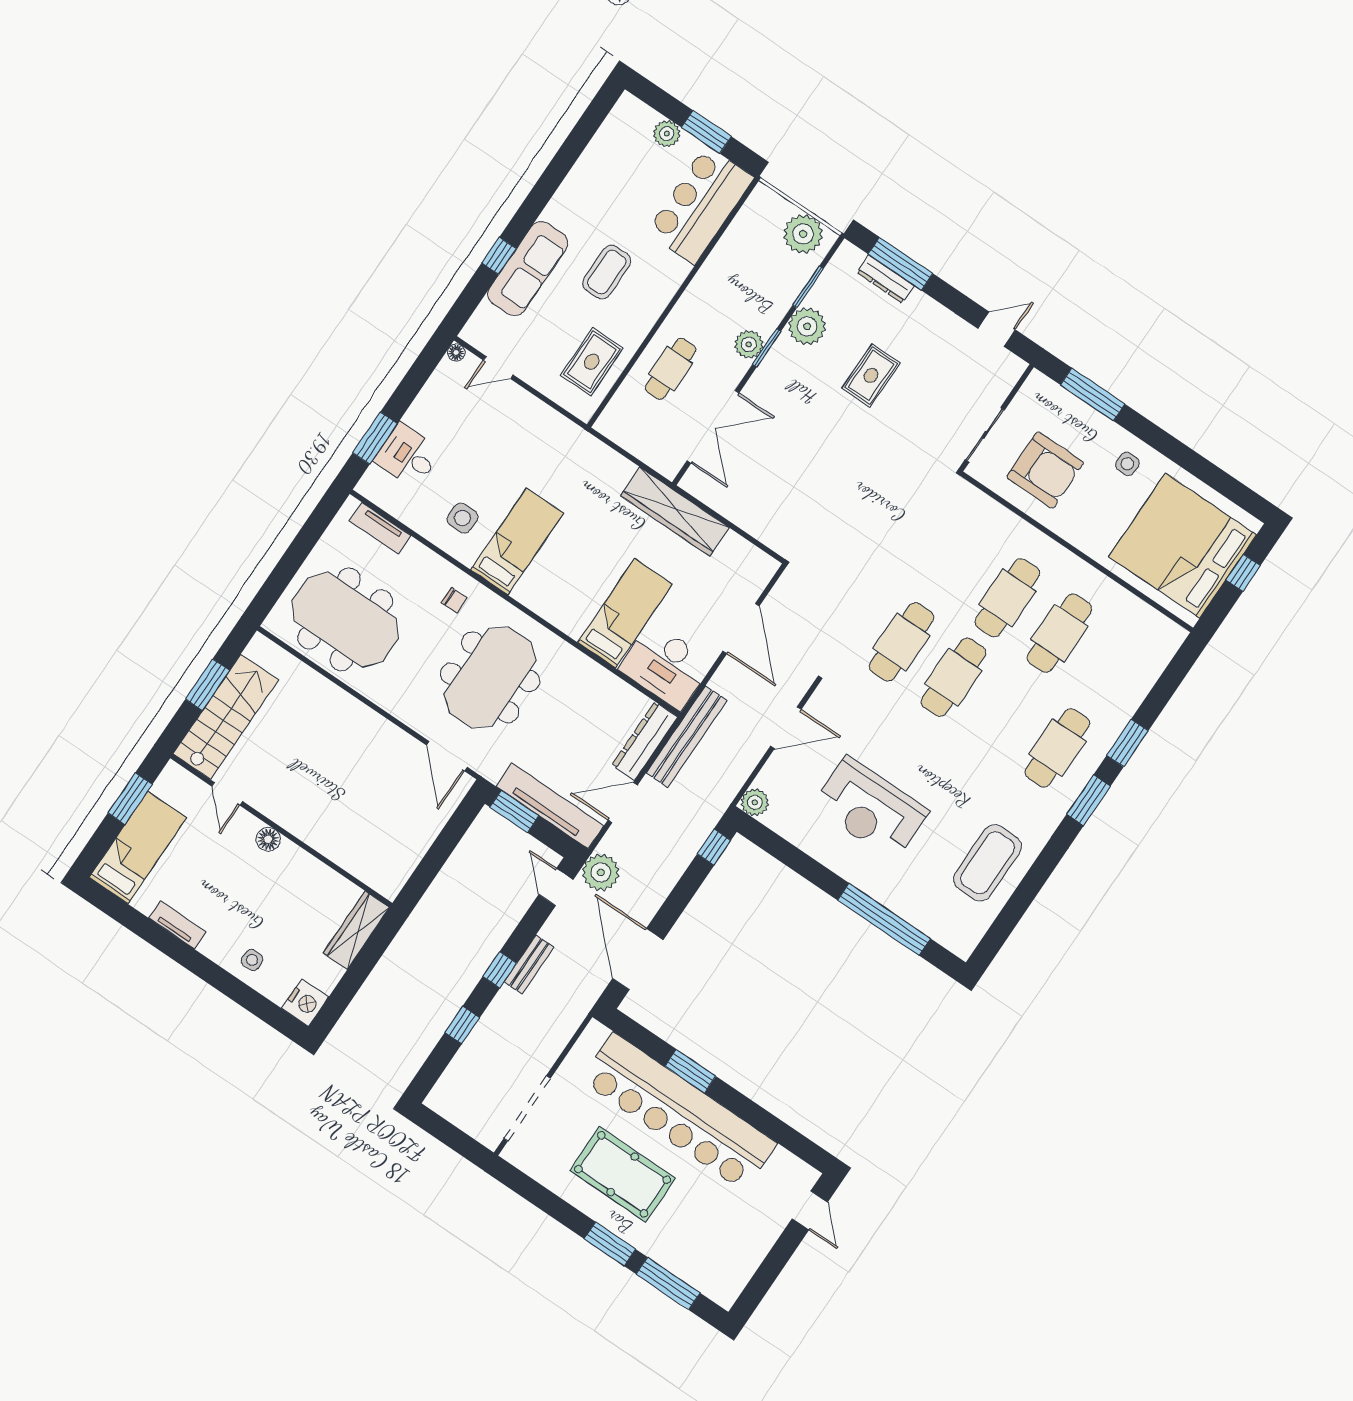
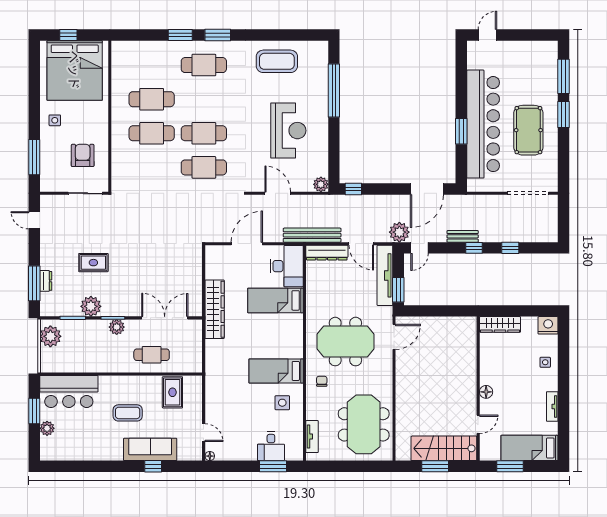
dresser: (886, 279) -> (46, 281), width x0.70
rug: (592, 362) -> (172, 392), turned 90
armchair: (1045, 470) -> (83, 155), width x0.73, depth x0.73

